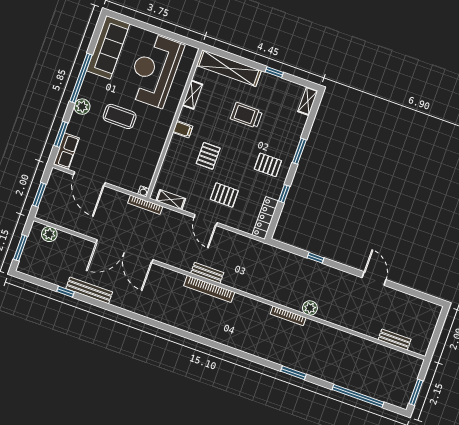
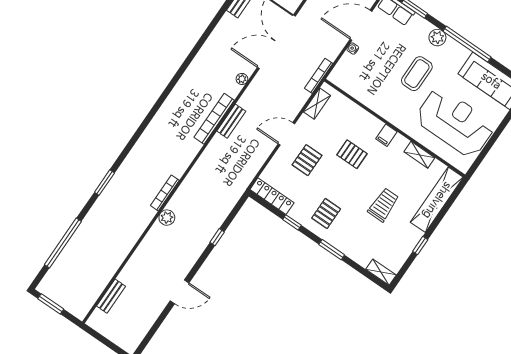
water cooler: (144, 192) -> (353, 49), moved
plant: (167, 273) -> (242, 79), added

